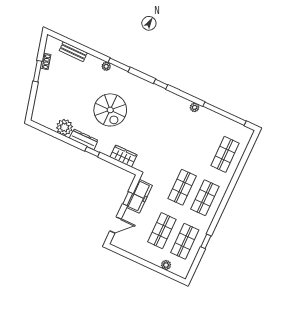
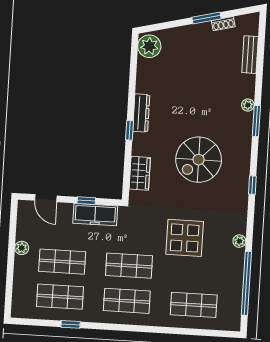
spiral stairs: (110, 110) -> (199, 160), moved
plant: (64, 127) -> (149, 46), moved
display table: (178, 143) -> (185, 238), added
plant: (166, 265) -> (22, 248), moved

